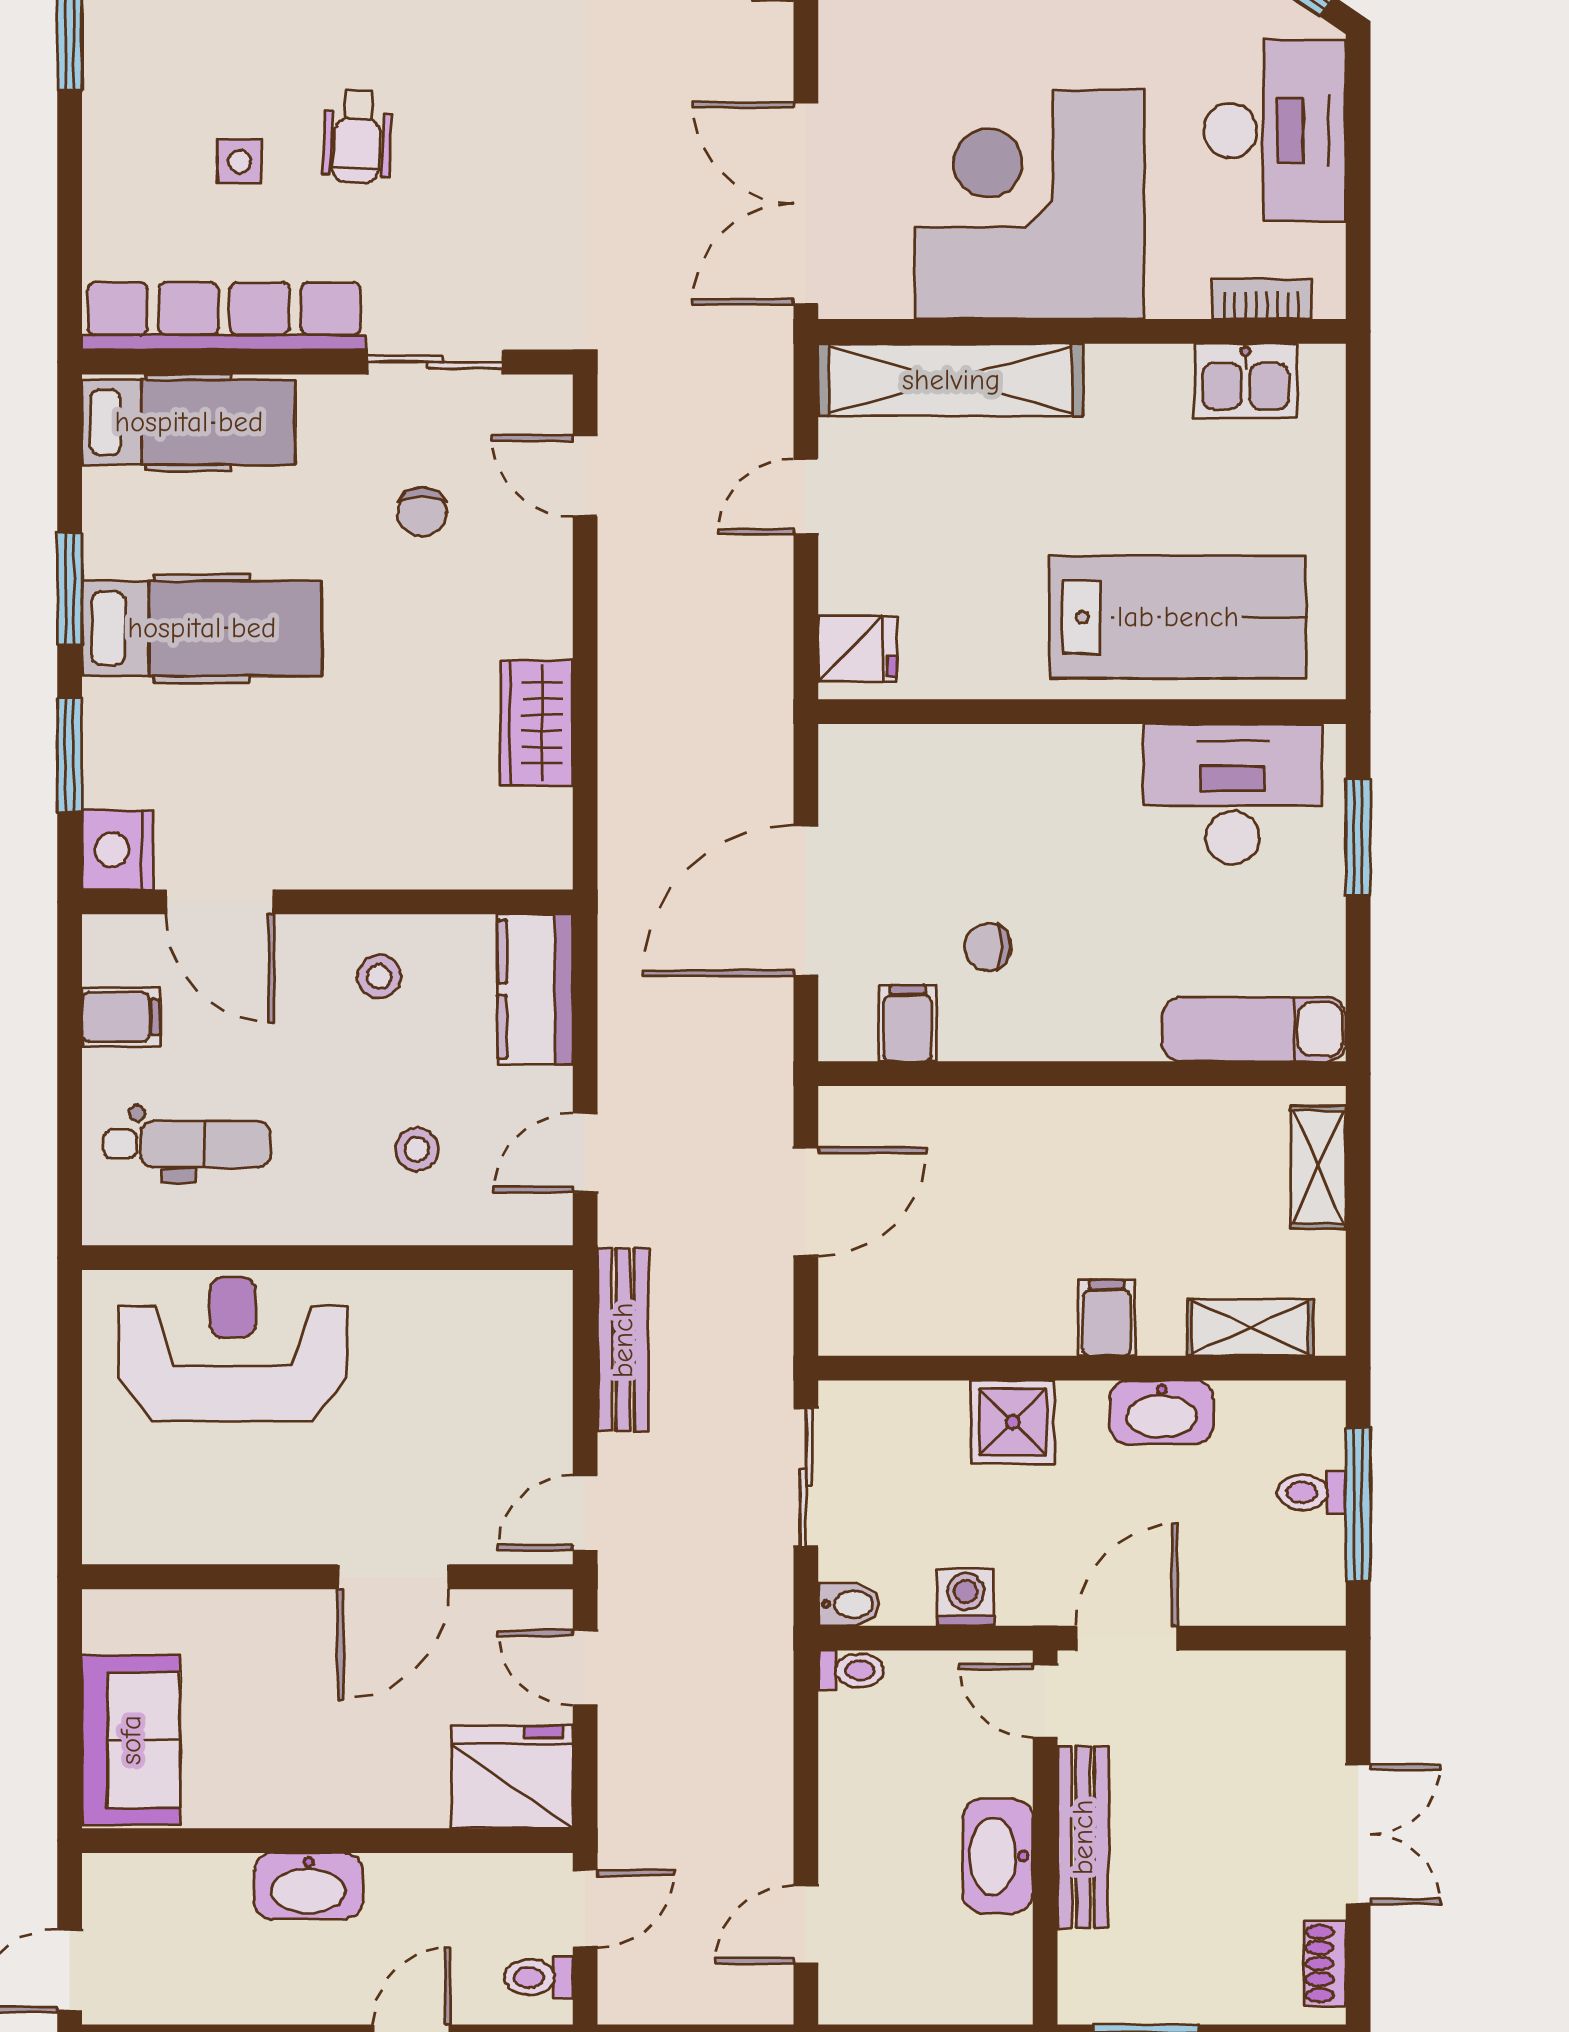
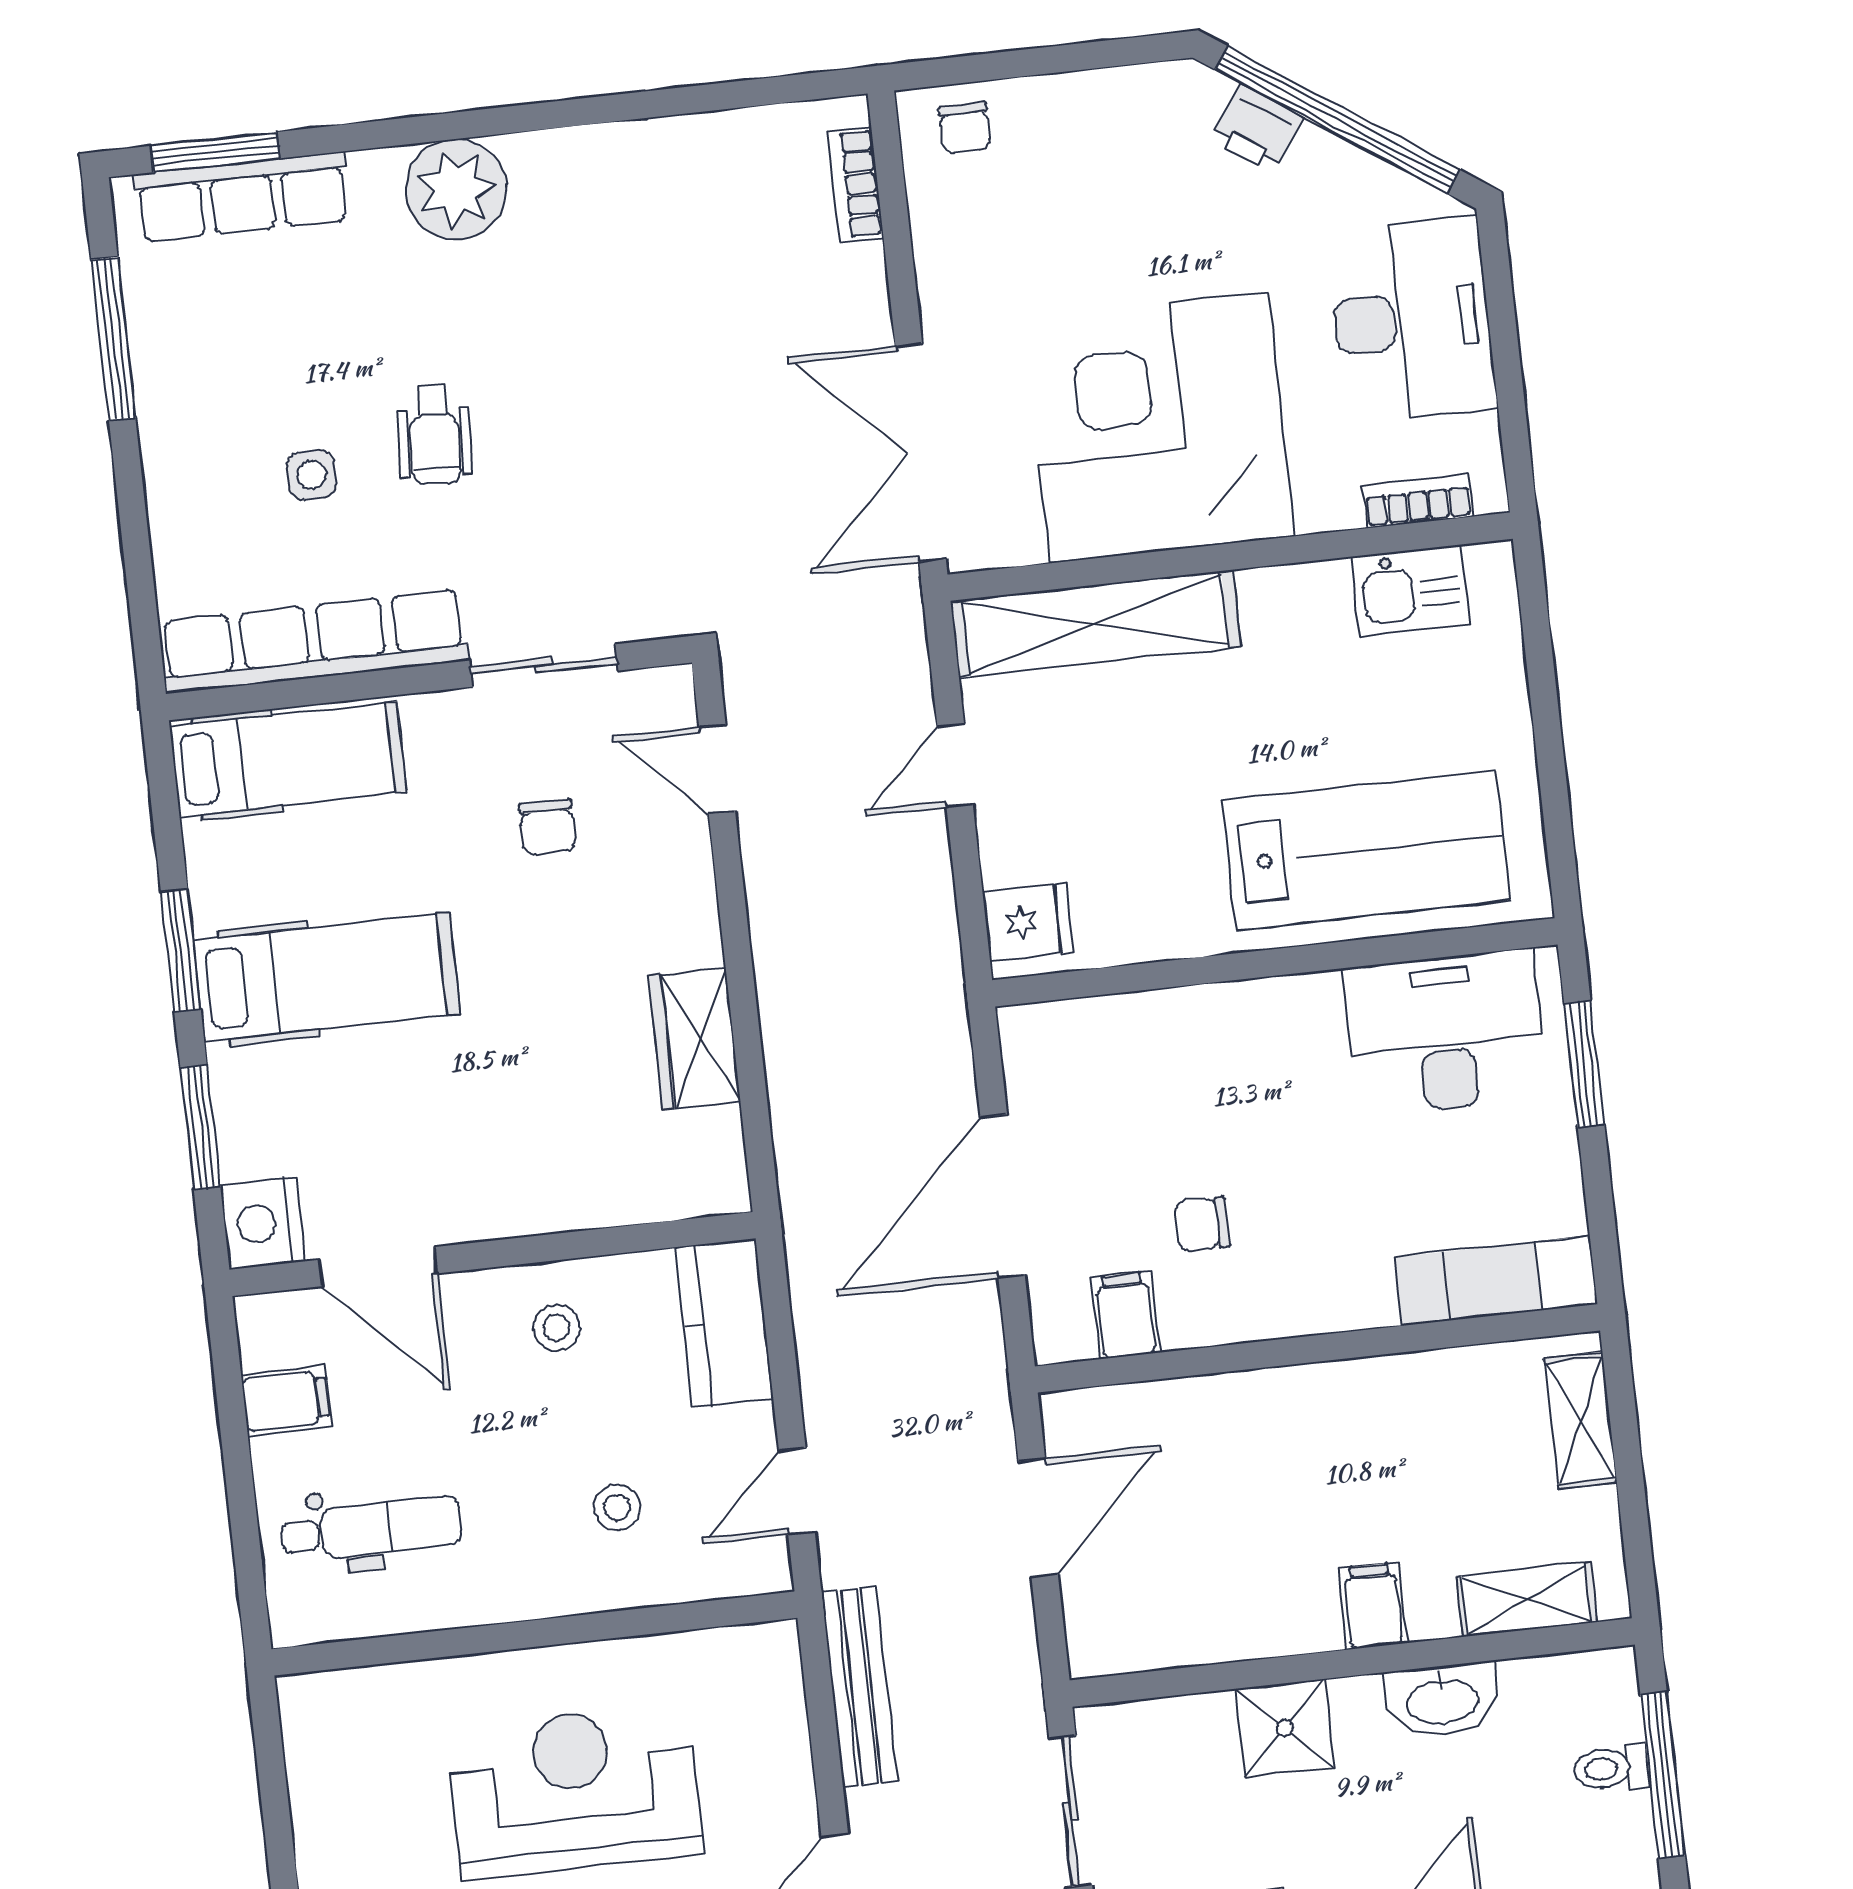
reception desk: (233, 1349) -> (574, 1791), moved

